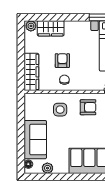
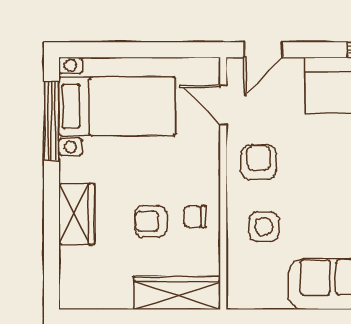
plant: (31, 26) -> (71, 294), removed
wardrobe: (51, 28) -> (77, 214), moved

